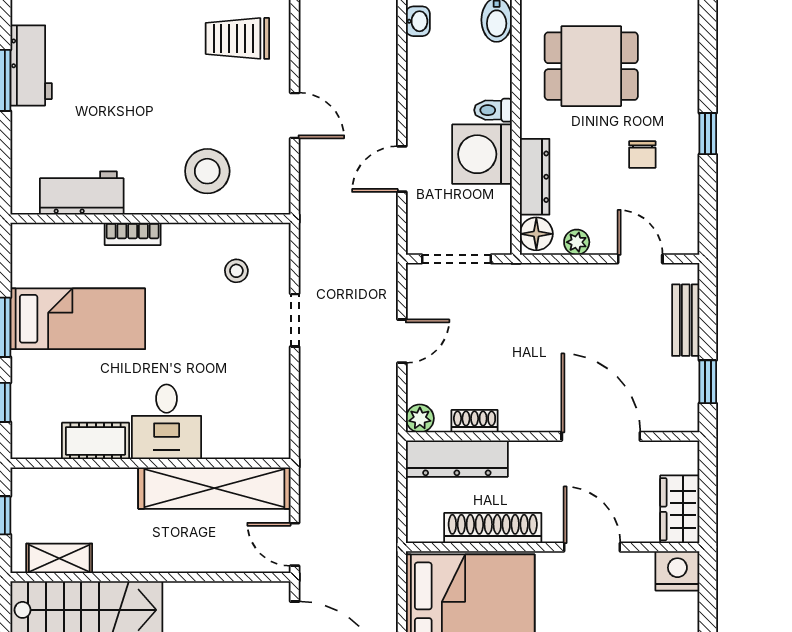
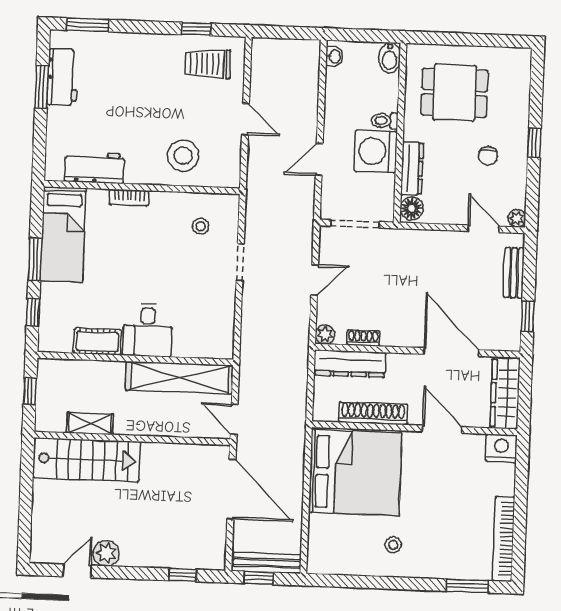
plant: (577, 242) -> (517, 218), moved
bed: (78, 319) -> (63, 234), moved, turned 90
wardrobe: (680, 509) -> (505, 393), width x1.50
shelving: (59, 558) -> (90, 424), moved

